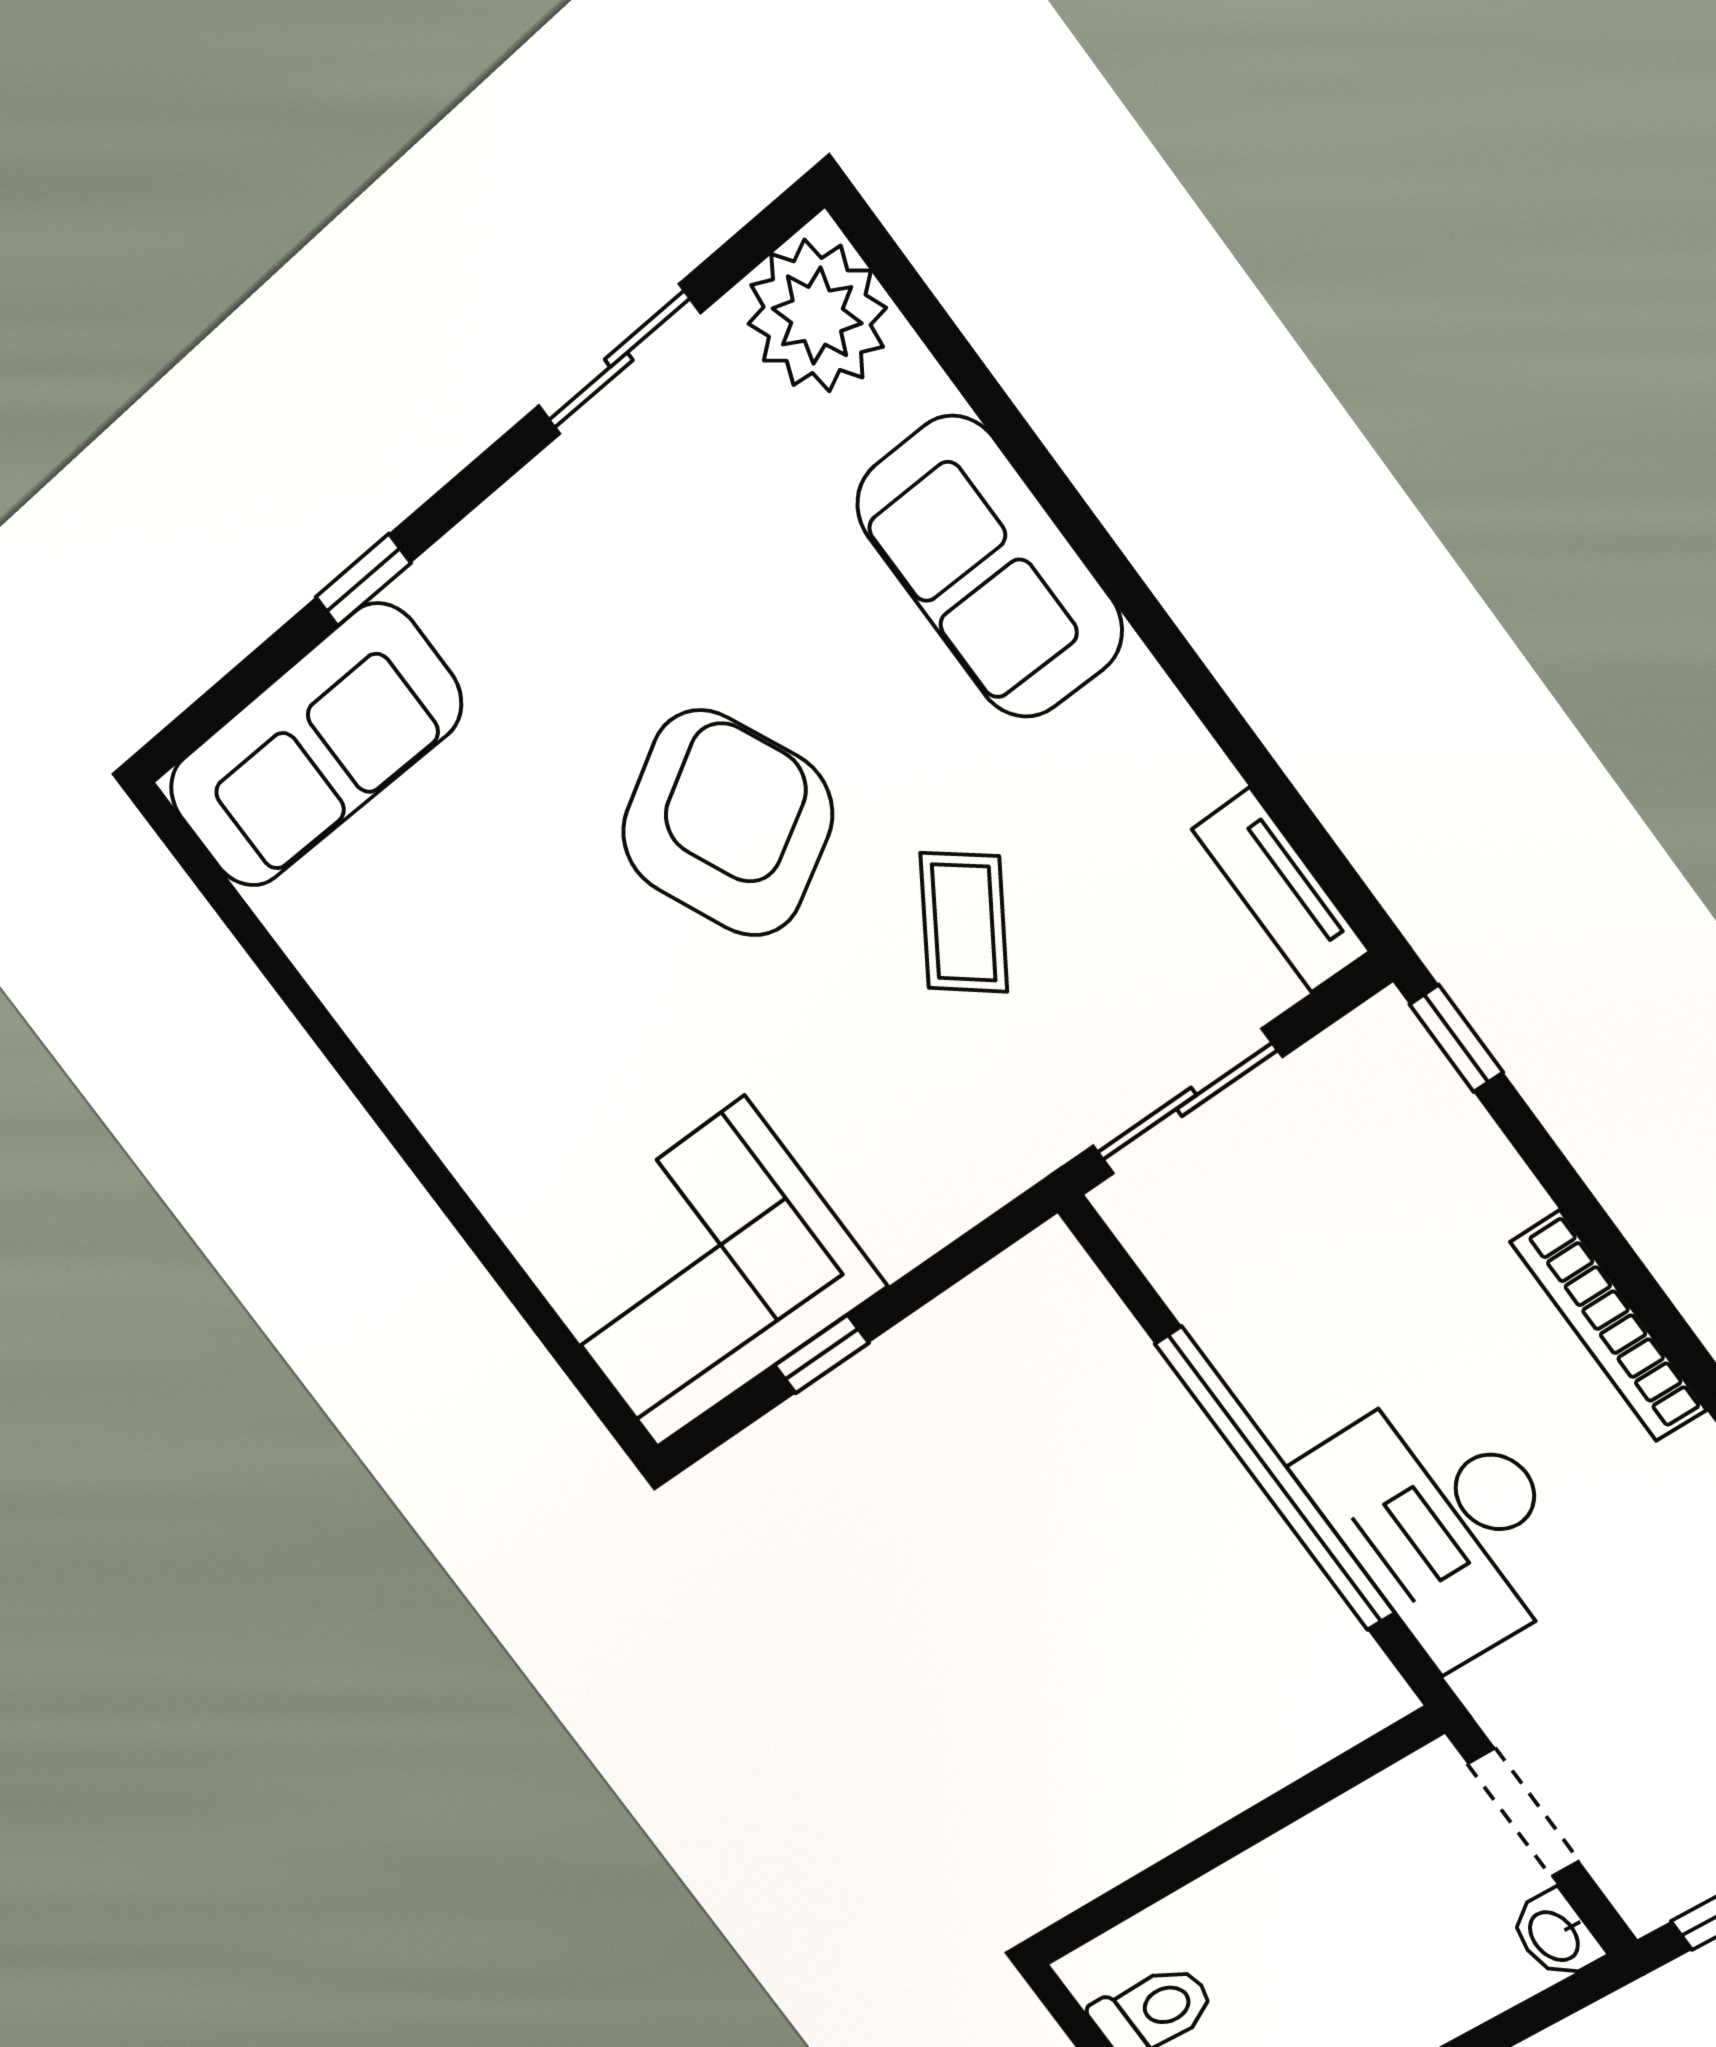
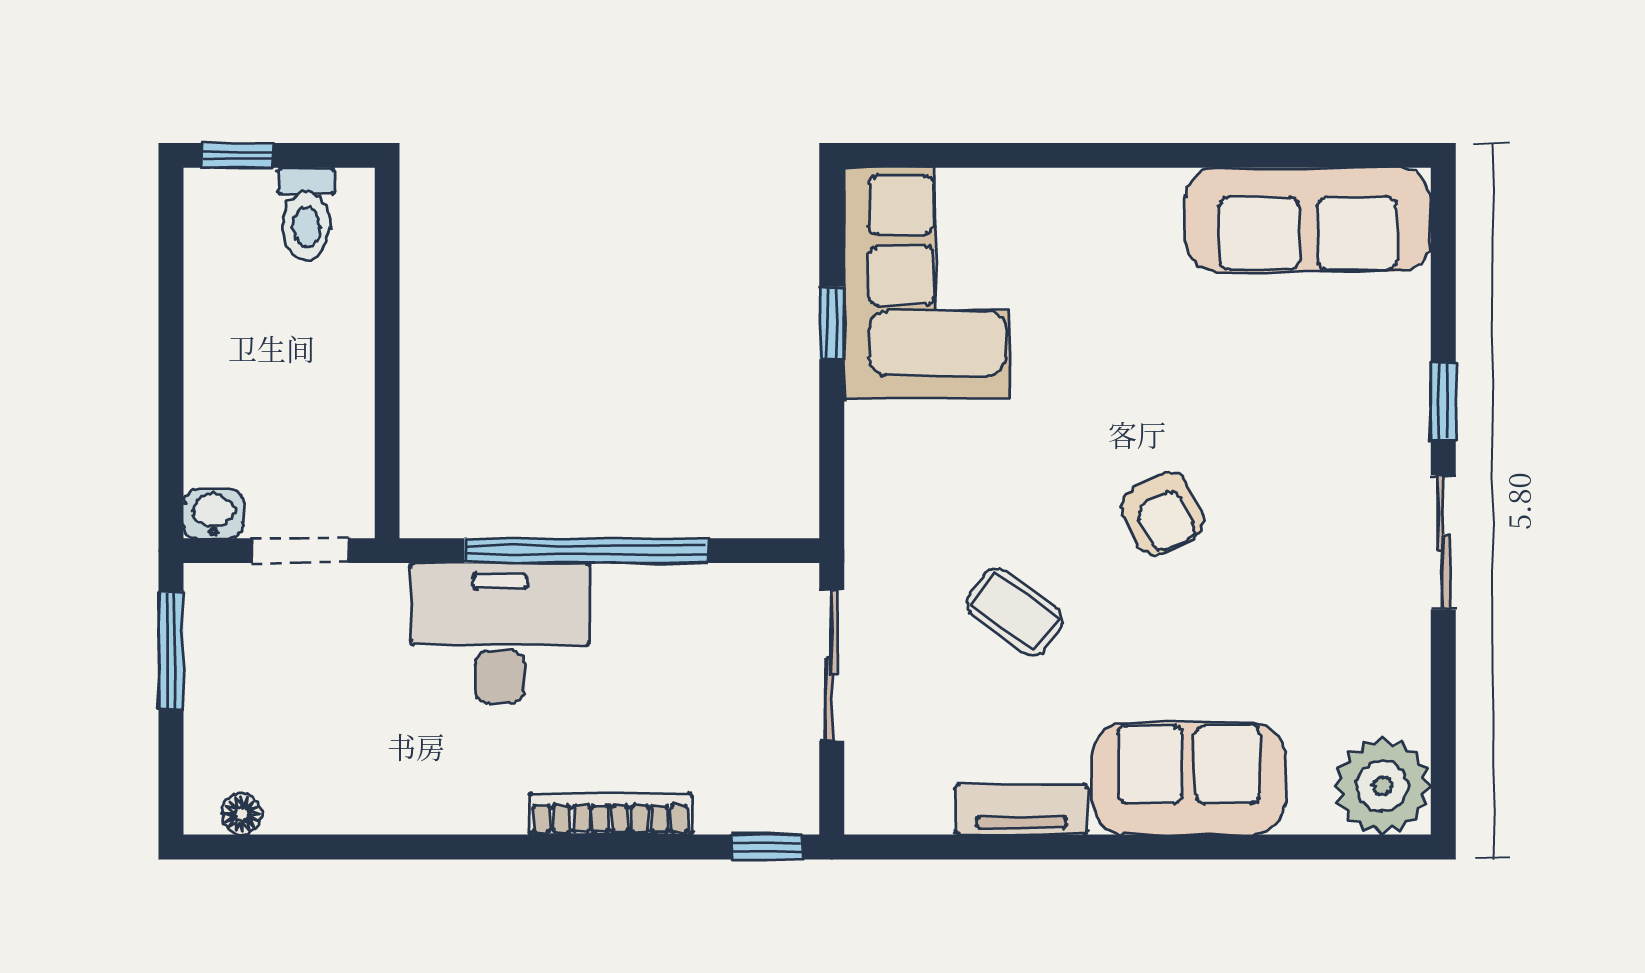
sliding door: (619, 360) -> (1443, 542), moved
sofa: (314, 747) -> (1308, 220), moved, turned -90
armchair: (727, 823) -> (1163, 514), width x0.53, depth x0.53
tv unit: (1281, 890) -> (1021, 810), moved
bookcase: (1608, 1326) -> (611, 814), moved

